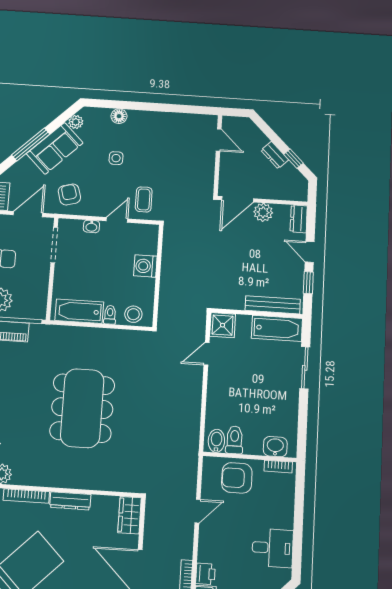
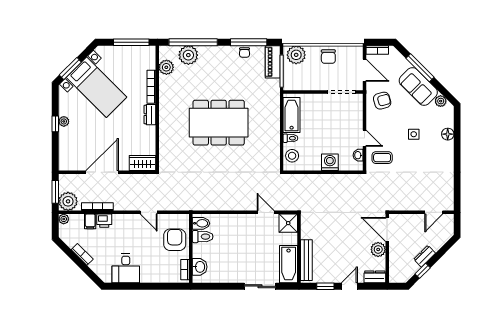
washbasin: (91, 226) -> (358, 155), moved
dresser: (70, 501) -> (150, 115), width x0.70

